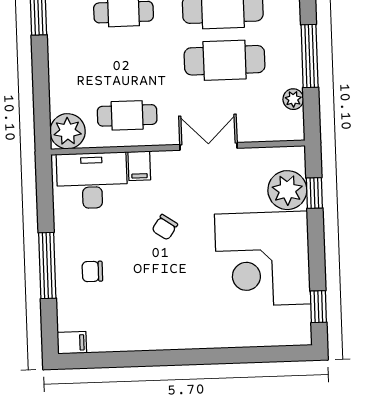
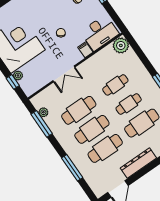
window: (310, 56) -> (42, 124), moved
cafe table: (127, 115) -> (115, 85), moved
plant: (287, 190) -> (18, 75), width x0.53, depth x0.53

